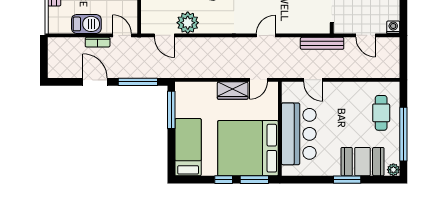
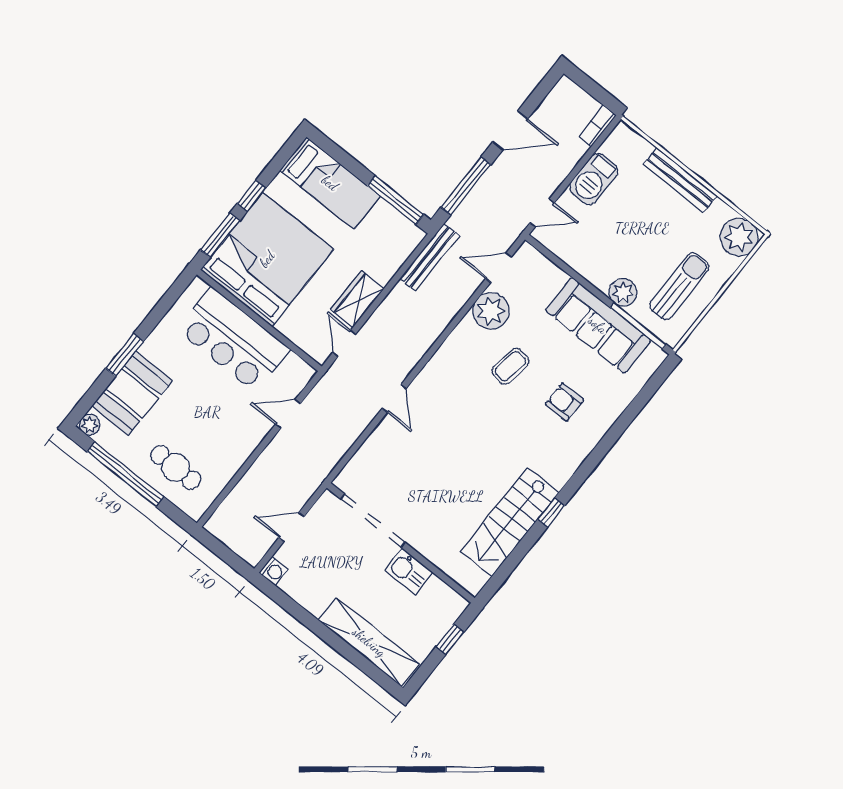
bookcase: (98, 42) -> (598, 126), moved
bench: (322, 43) -> (429, 257), moved

